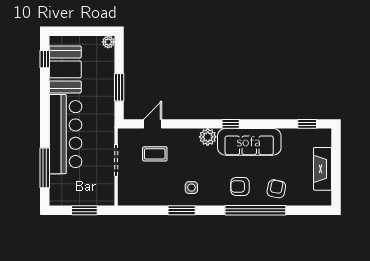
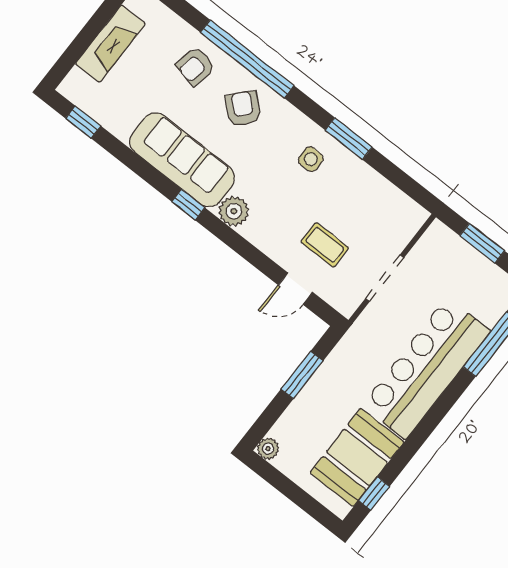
armchair: (240, 186) -> (243, 108), turned -138

